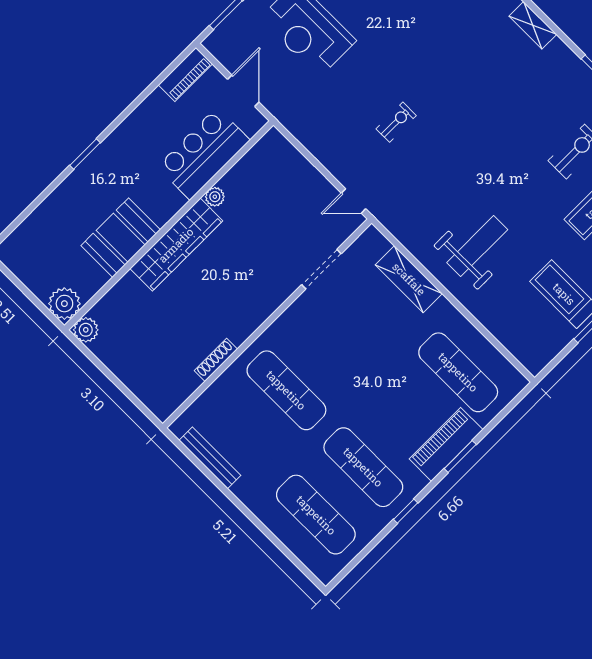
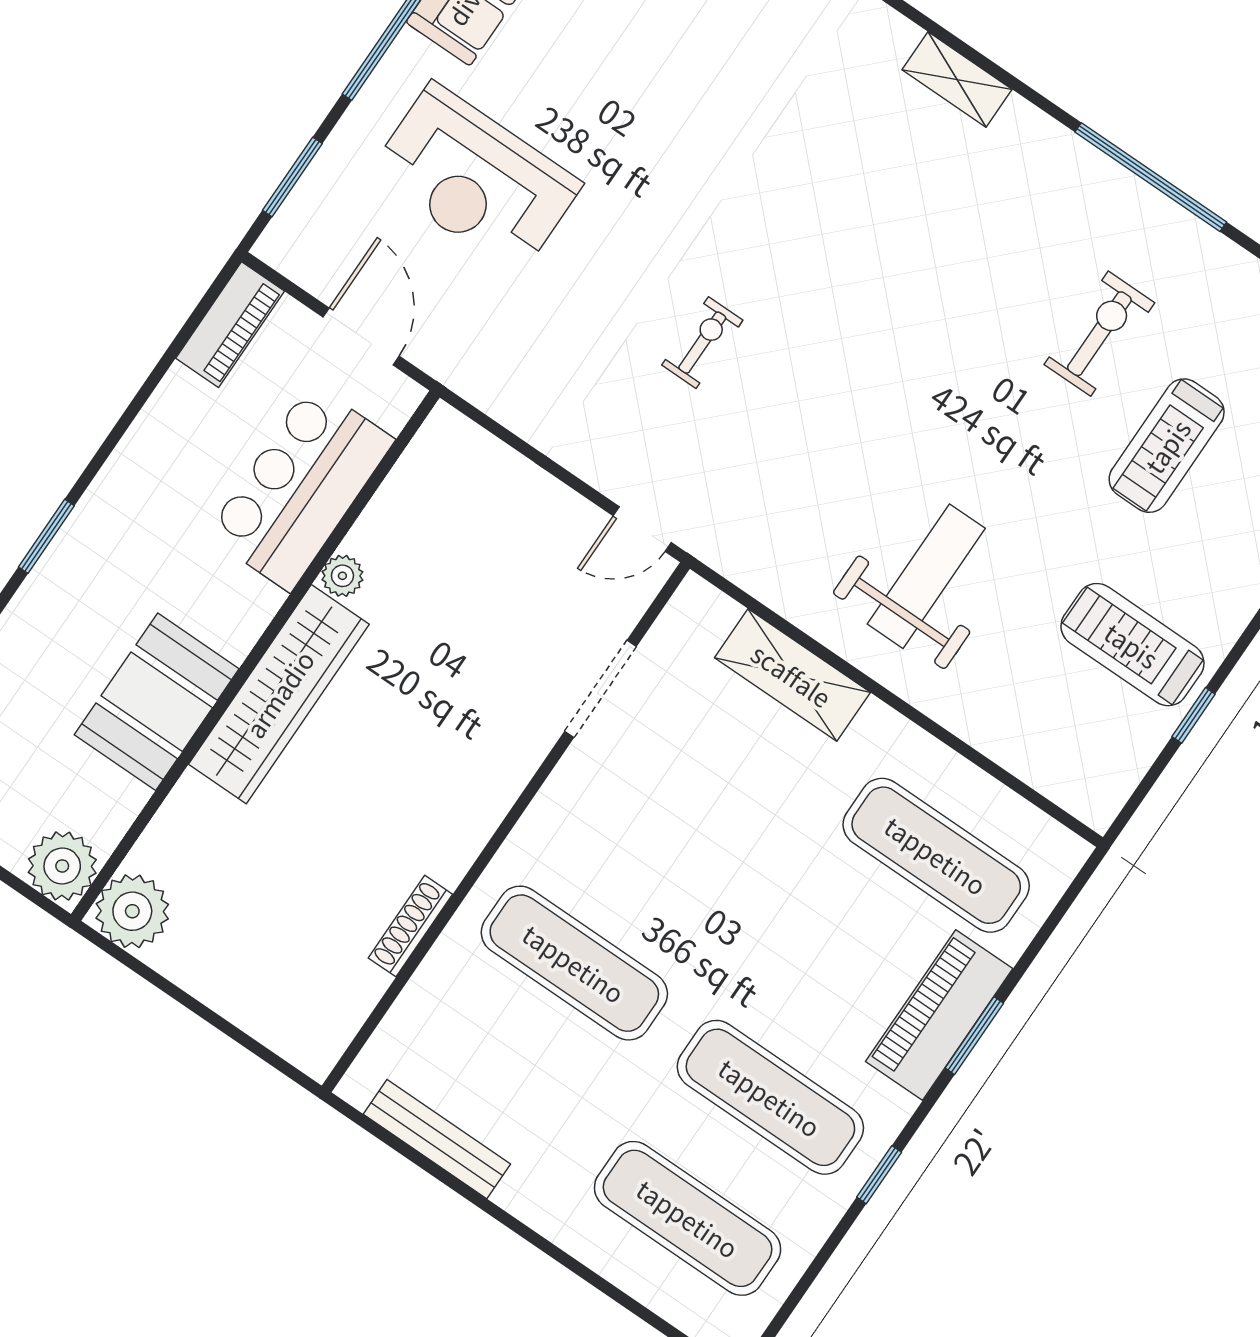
plant: (86, 330) -> (132, 911), width x1.36, depth x1.36

